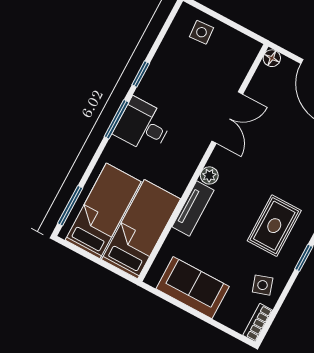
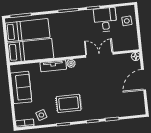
double door: (227, 118) -> (99, 55), swing flipped
desk: (143, 126) -> (105, 20), moved

